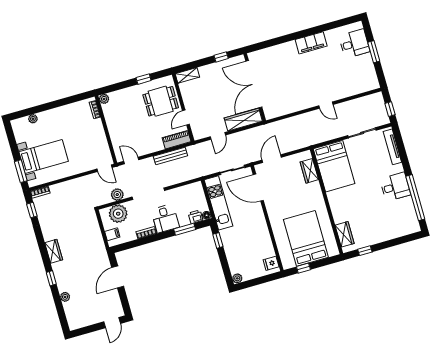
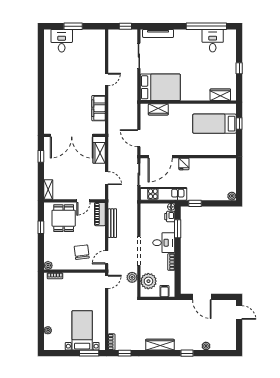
filing cabinet: (311, 43) -> (99, 108), moved, turned 180
door: (186, 117) -> (83, 201), hinge flipped
wardrobe: (243, 120) -> (99, 153), width x0.67
chair: (129, 131) -> (82, 252), added
desk: (395, 187) -> (213, 41), moved
bed: (306, 238) -> (215, 124), width x0.67
wardrobe: (54, 251) -> (160, 345), width x1.50
window: (365, 251) -> (239, 68), moved
fridge: (271, 263) -> (184, 164), moved
window: (303, 268) -> (239, 123), moved

